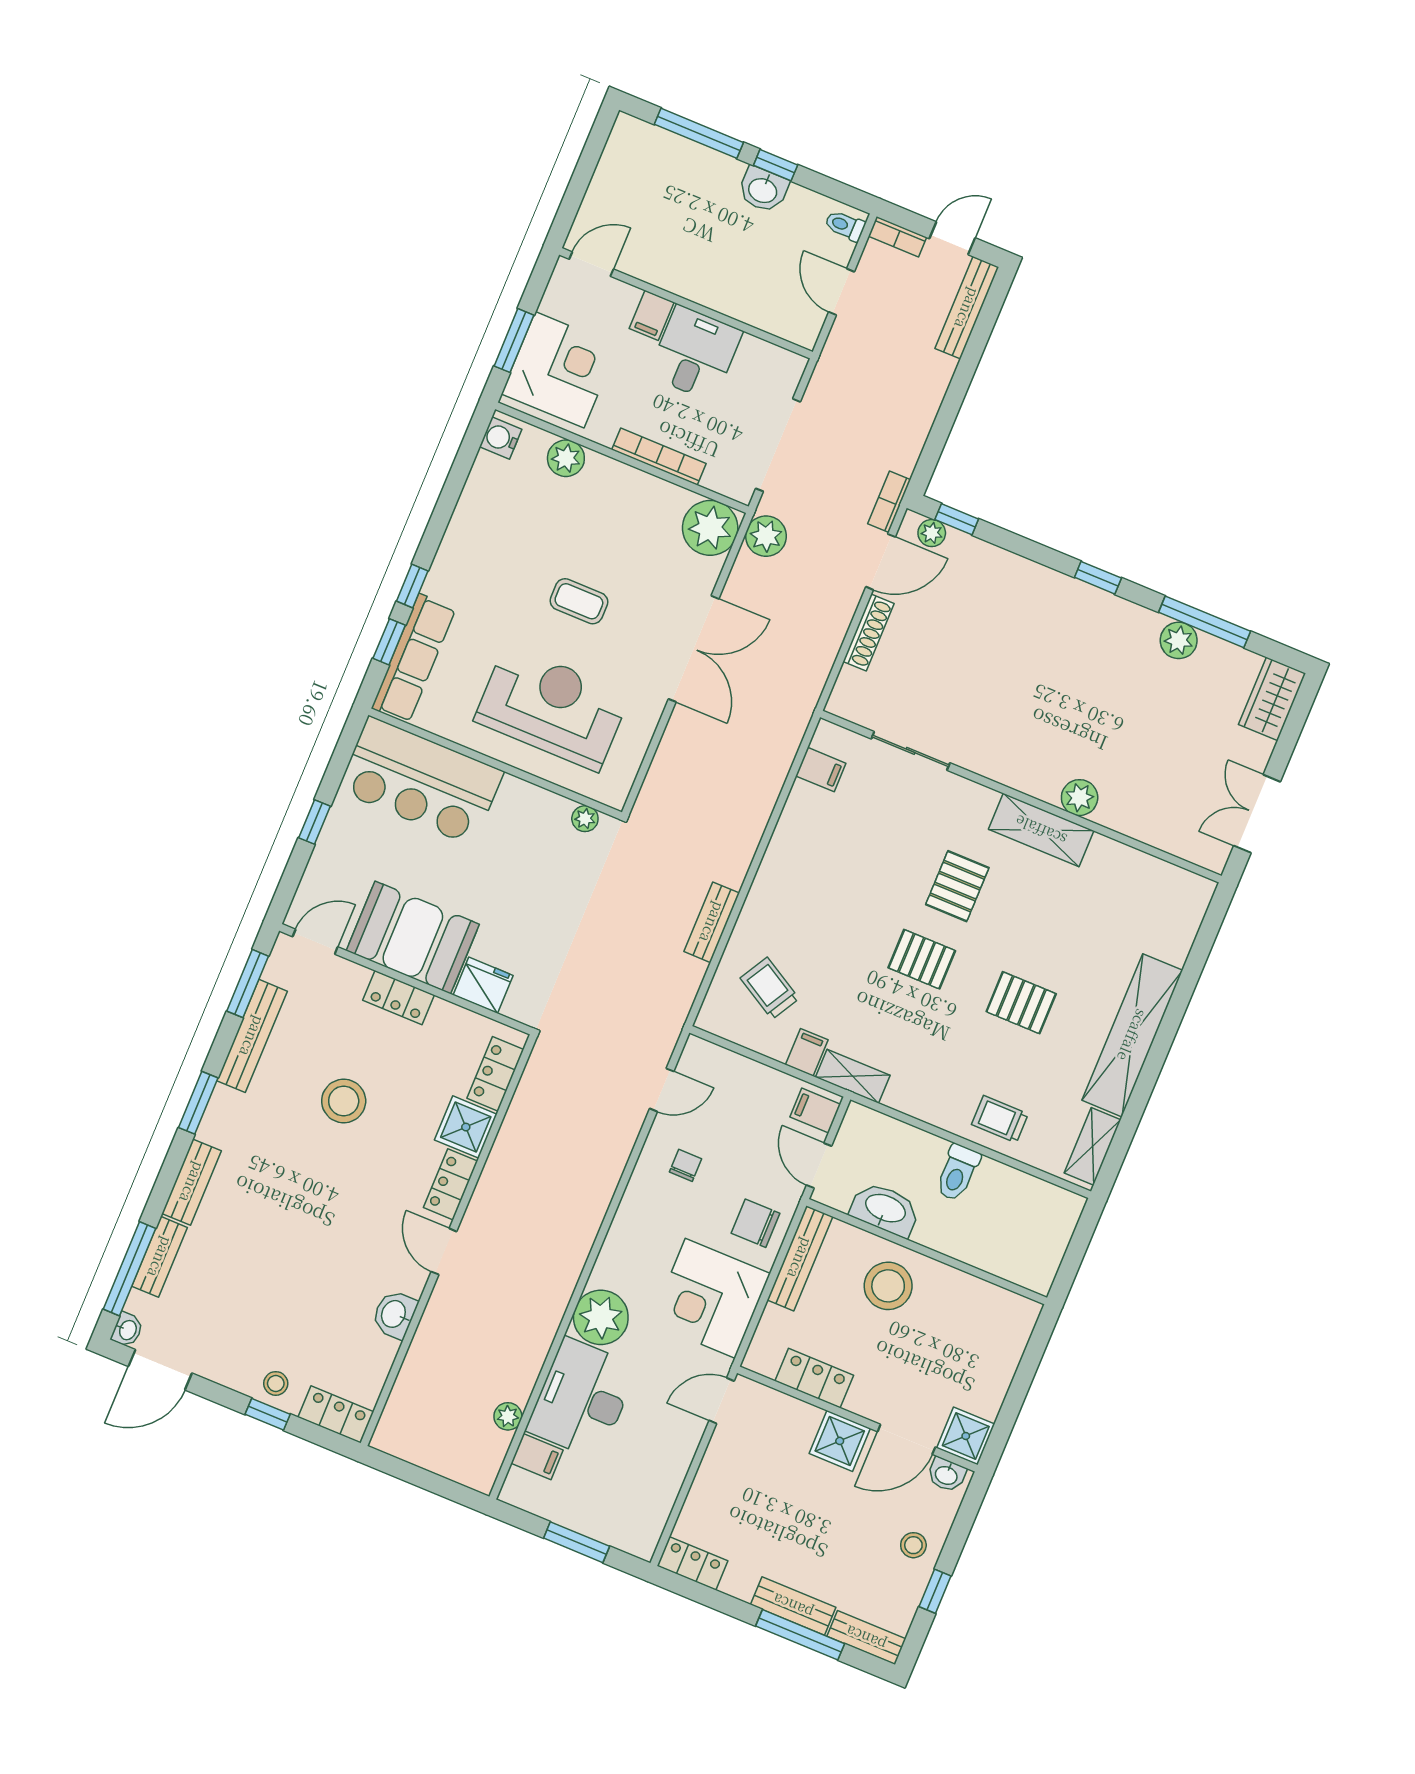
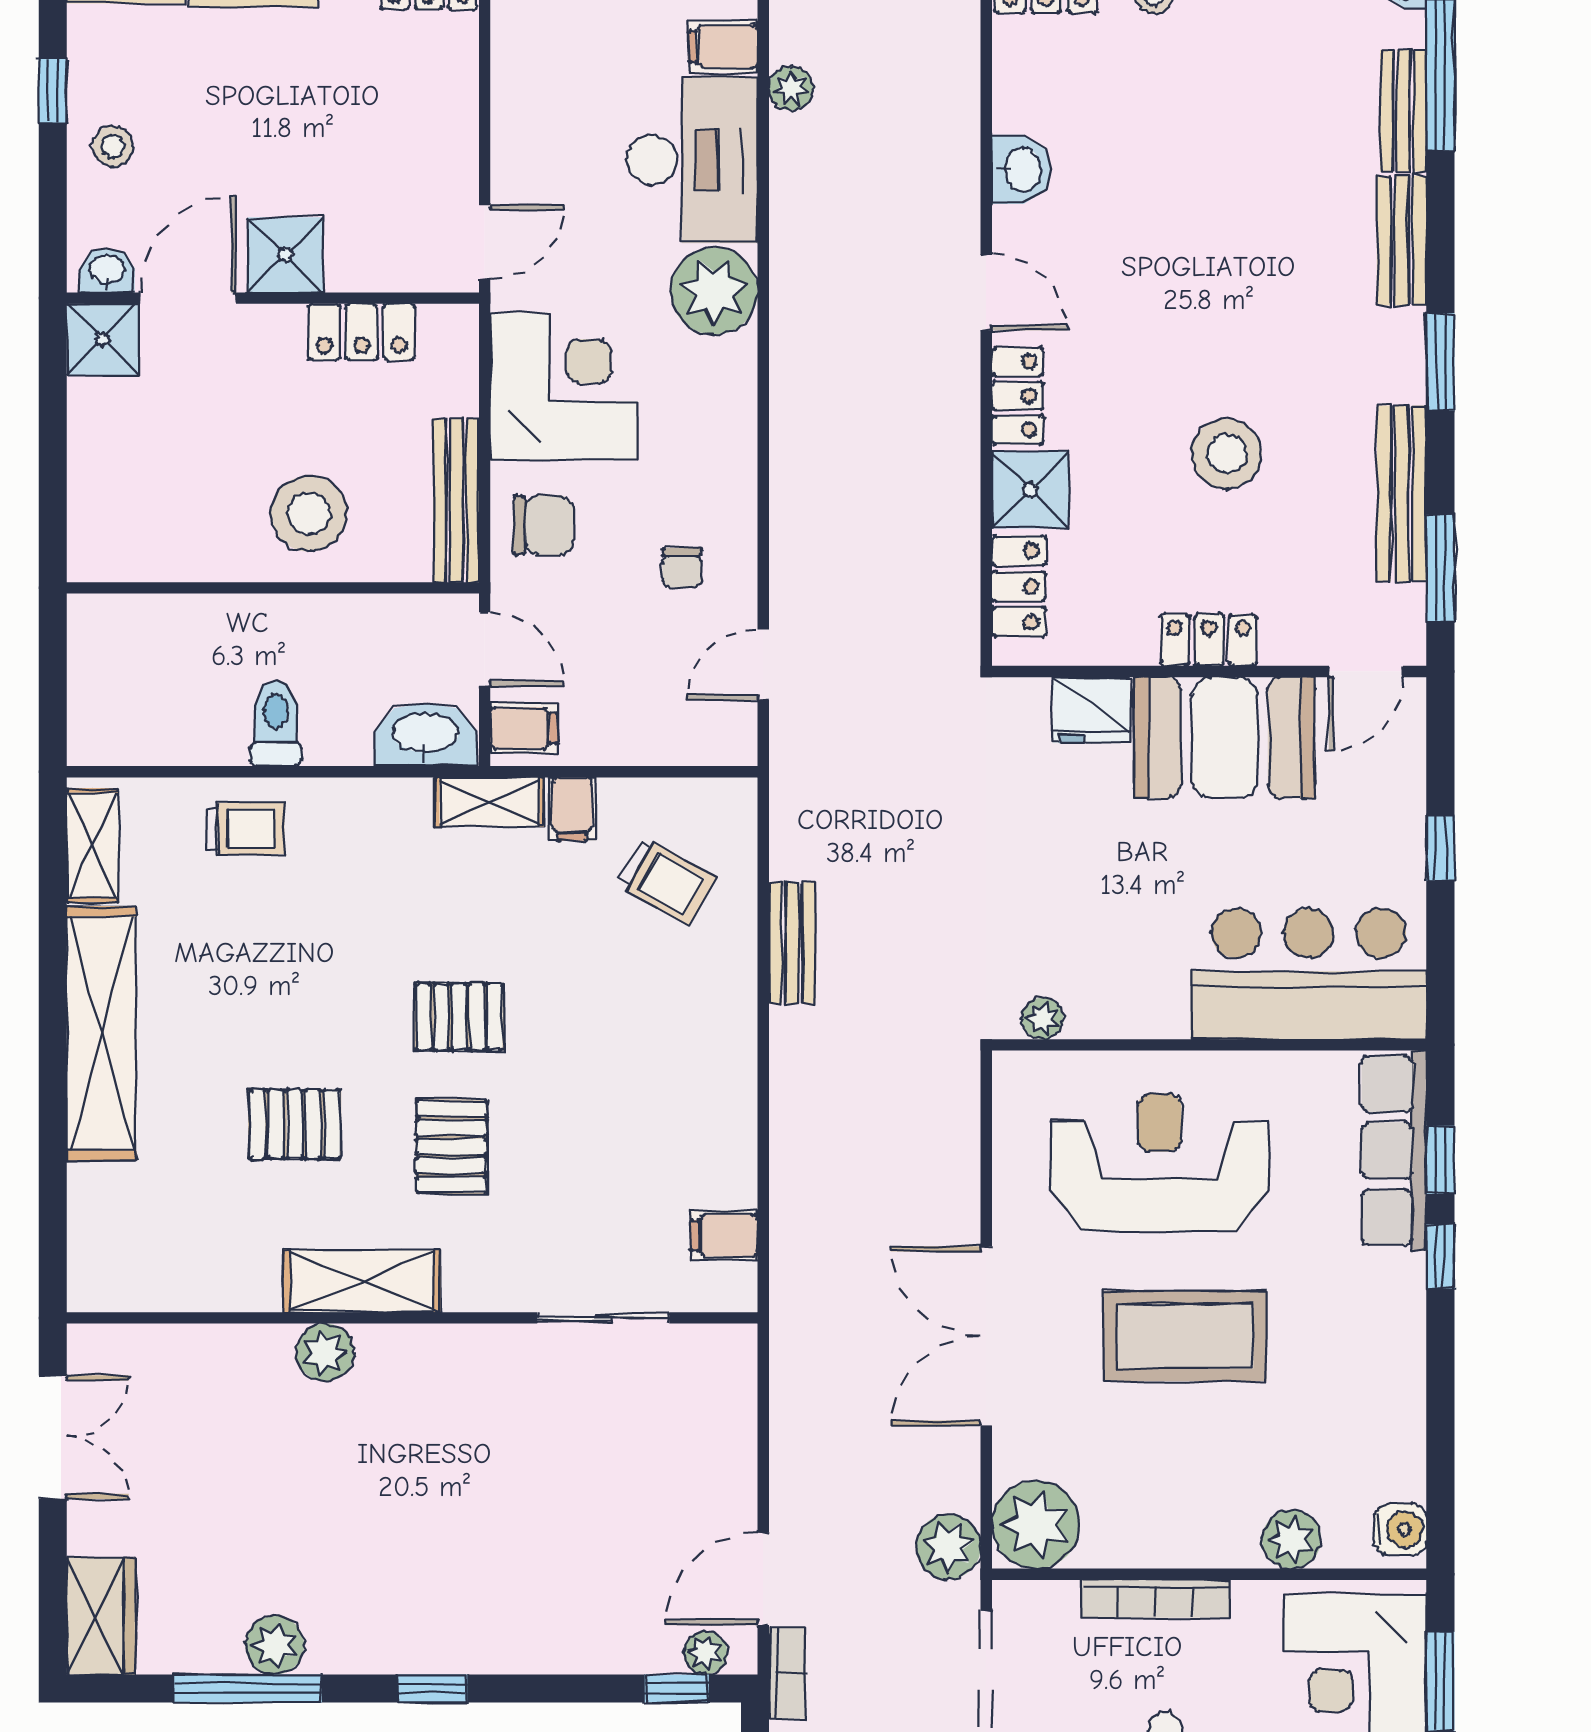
coffee table: (579, 601) -> (1185, 1336), width x1.86, depth x1.72
shoe rack: (869, 632) -> (738, 1467), removed
reception desk: (552, 708) -> (1159, 1162), turned 180
pallet: (1021, 1003) -> (295, 1124), moved
washbasin: (885, 1209) -> (425, 735), moved, turned 180

